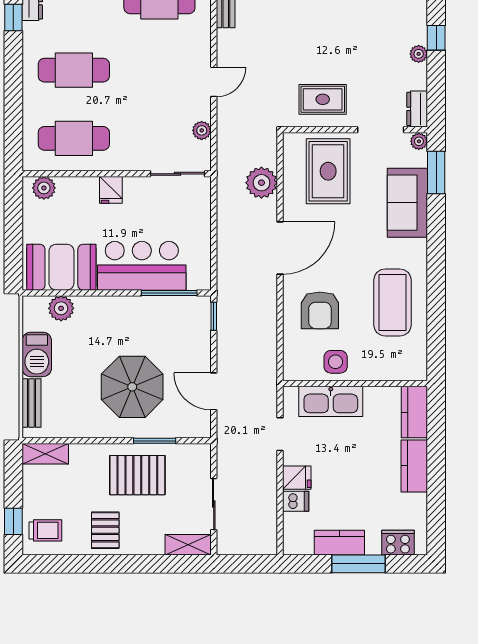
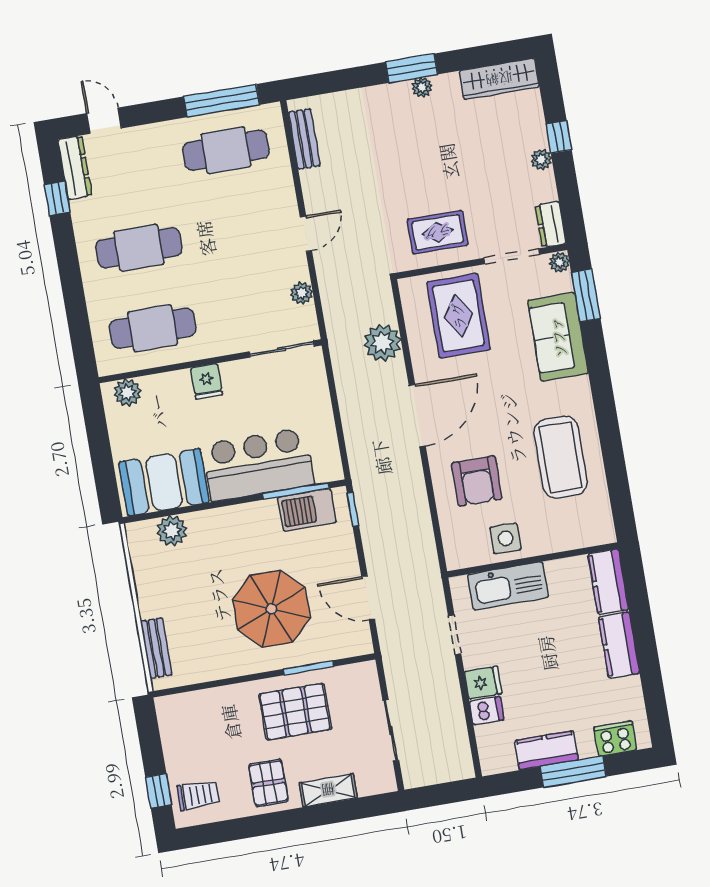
barbecue: (37, 354) -> (307, 510), moved, turned 90
shelving: (45, 454) -> (182, 705), removed
shelving: (188, 545) -> (328, 790), moved

